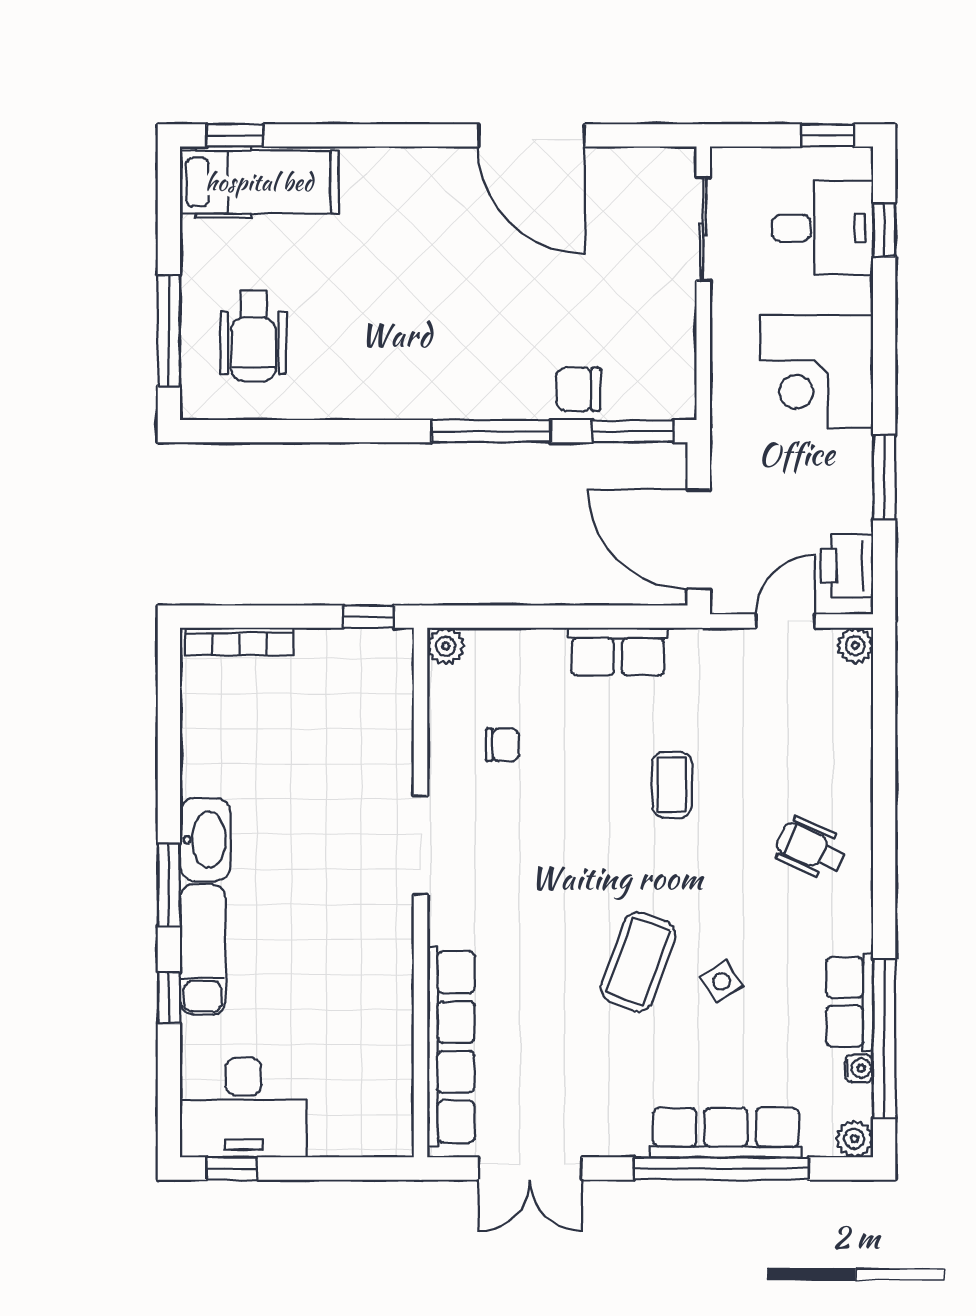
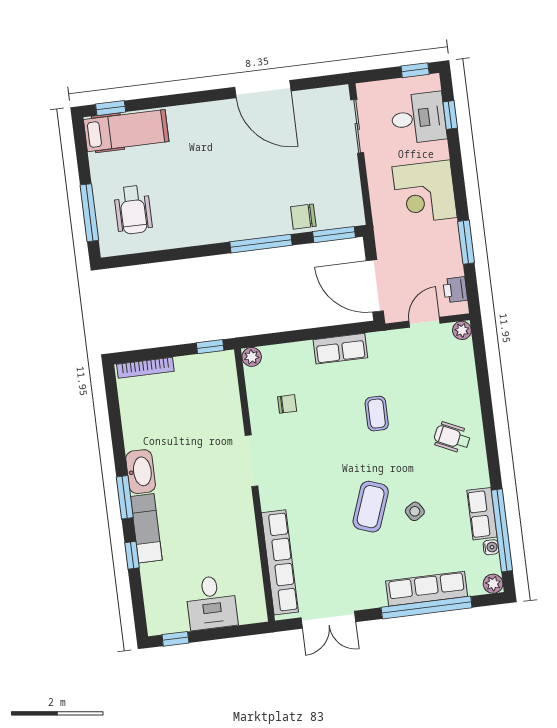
printer: (847, 566) -> (455, 290), width x0.73, depth x0.81
desk: (243, 1108) -> (211, 603), moved, width x0.73

